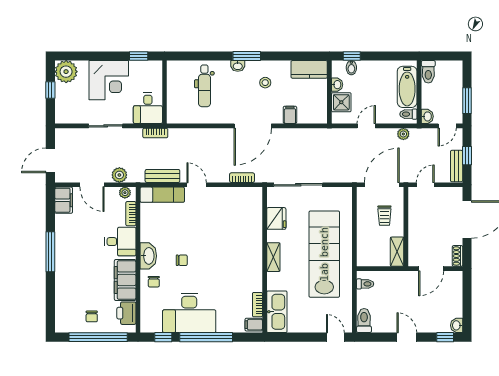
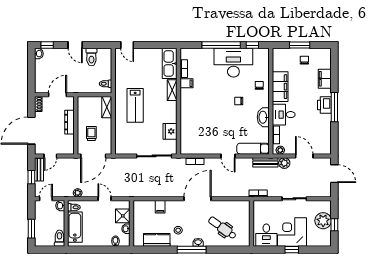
window: (139, 56) -> (292, 250), moved
window: (247, 56) -> (192, 250), width x1.44
window: (352, 56) -> (115, 250), removed
kitchen counter: (309, 69) -> (157, 240), moved
plant: (66, 72) -> (323, 221), moved
dental chair: (204, 86) -> (222, 228), turned -54
window: (467, 101) -> (31, 229), moved
desk: (148, 108) -> (266, 235), moved, turned 180
door: (253, 126) -> (198, 199), moved
door: (366, 126) -> (105, 199), swing flipped
door: (50, 160) -> (334, 174), hinge flipped
bench: (162, 176) -> (265, 162), moved
door: (425, 185) -> (50, 156), moved
filing cabinet: (64, 200) -> (325, 79), moved
dresser: (415, 231) -> (69, 122), added
shelving: (397, 252) -> (107, 107), moved
lab bench: (324, 254) -> (135, 105), width x0.54, depth x0.72
washbasin: (148, 256) -> (263, 117), moved
shelving: (273, 257) -> (172, 90), moved
printer: (126, 313) -> (324, 105), moved, turned 180
toilet: (364, 321) -> (91, 57), moved
filing cabinet: (254, 325) -> (187, 83), moved
window: (98, 337) -> (300, 45), width x0.47

